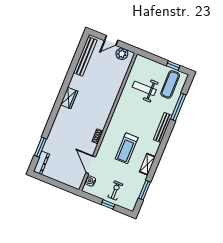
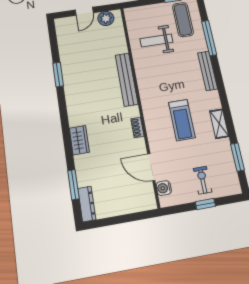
bench: (85, 56) -> (127, 79), moved
window: (70, 74) -> (58, 74), added
wardrobe: (69, 98) -> (79, 140), moved

